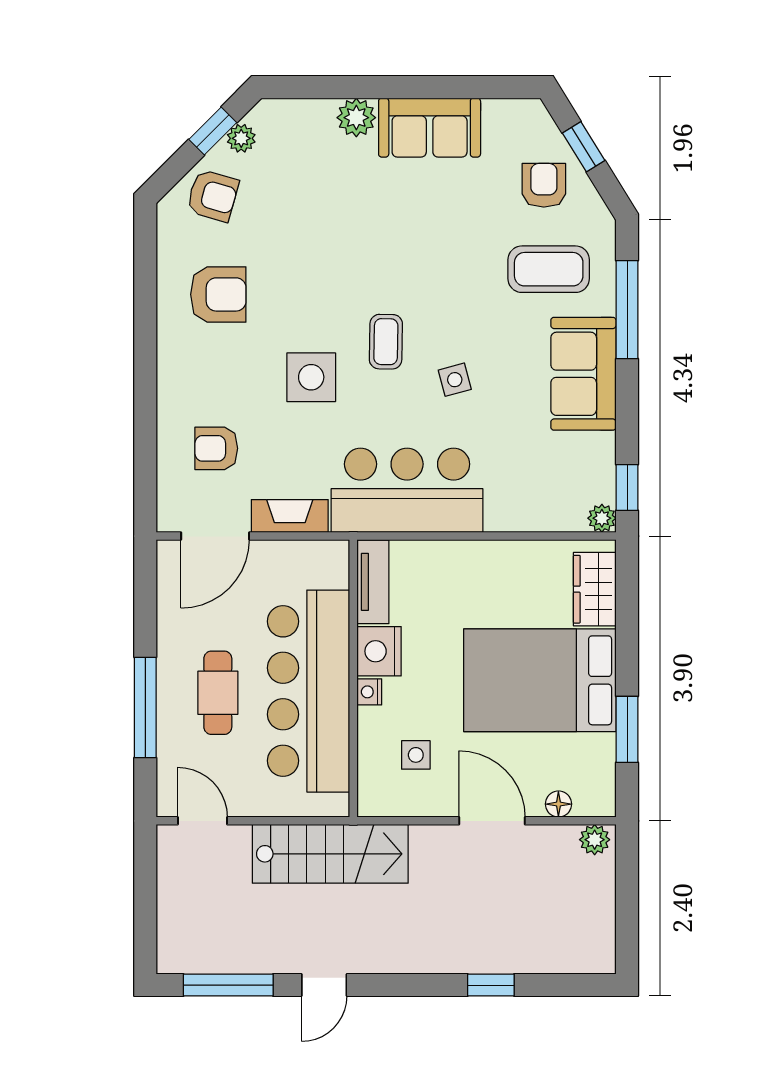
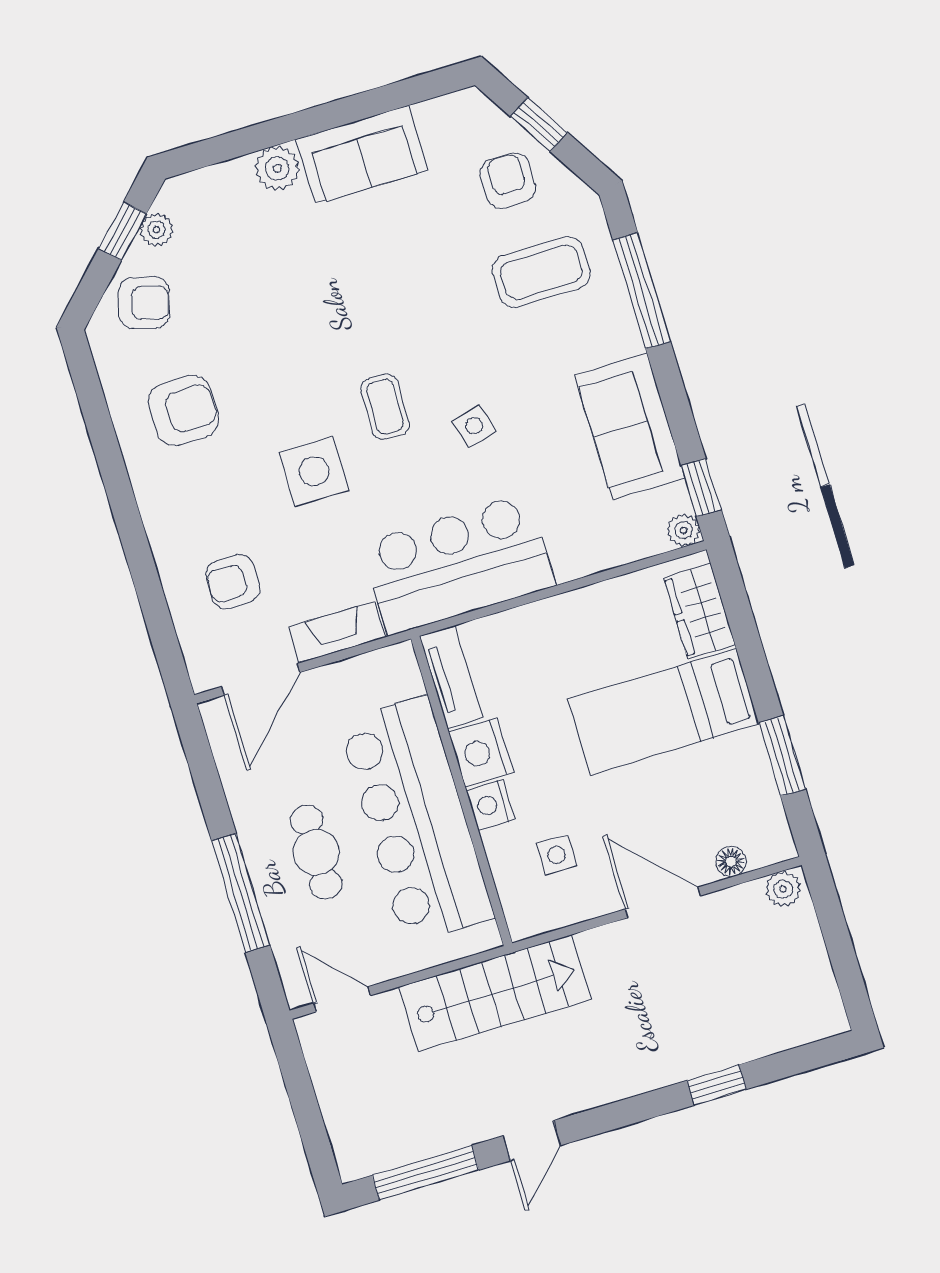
sofa: (583, 374) -> (630, 427), moved
bed: (540, 680) -> (663, 712), width x0.67
nightstand: (369, 692) -> (490, 805), width x1.39, depth x1.35

